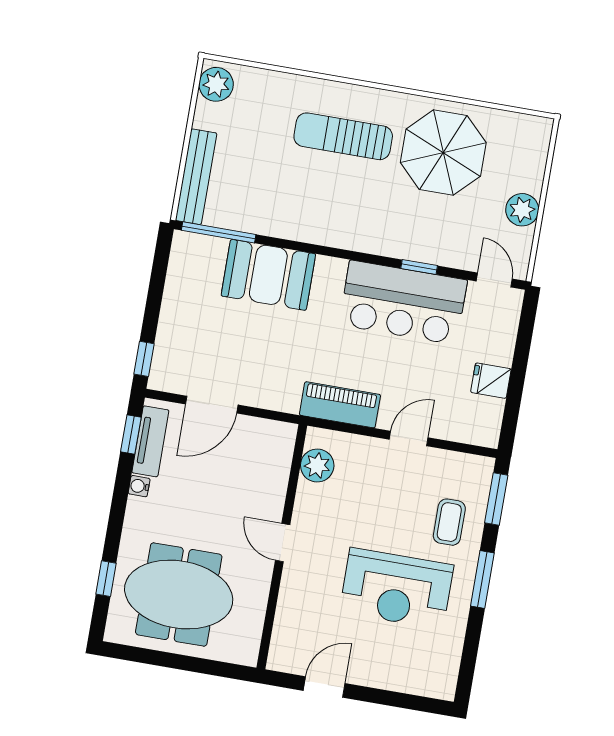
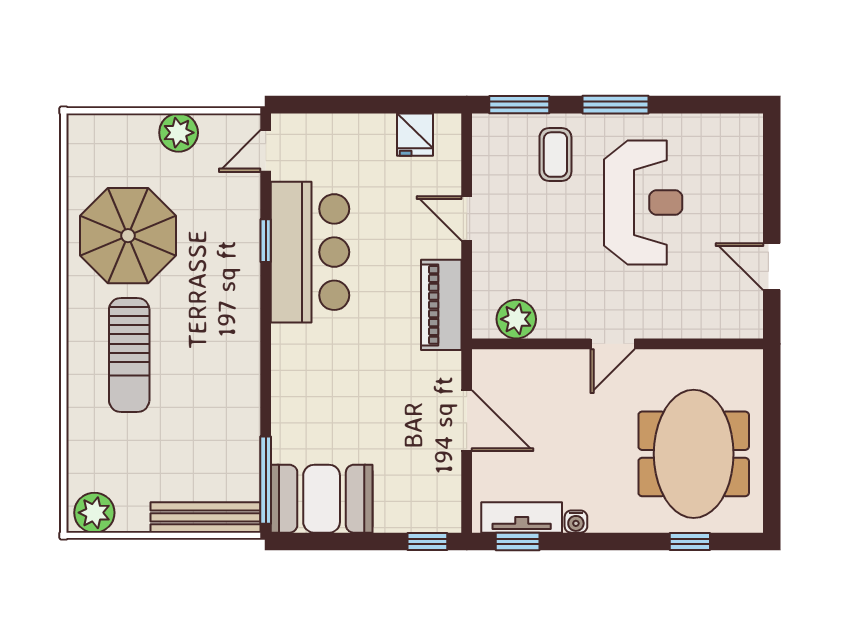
booth: (268, 275) -> (322, 499), moved, turned 90
fridge: (491, 381) -> (415, 135), moved
door: (212, 405) -> (467, 421), moved
coffee table: (449, 522) -> (555, 155), turned 90

